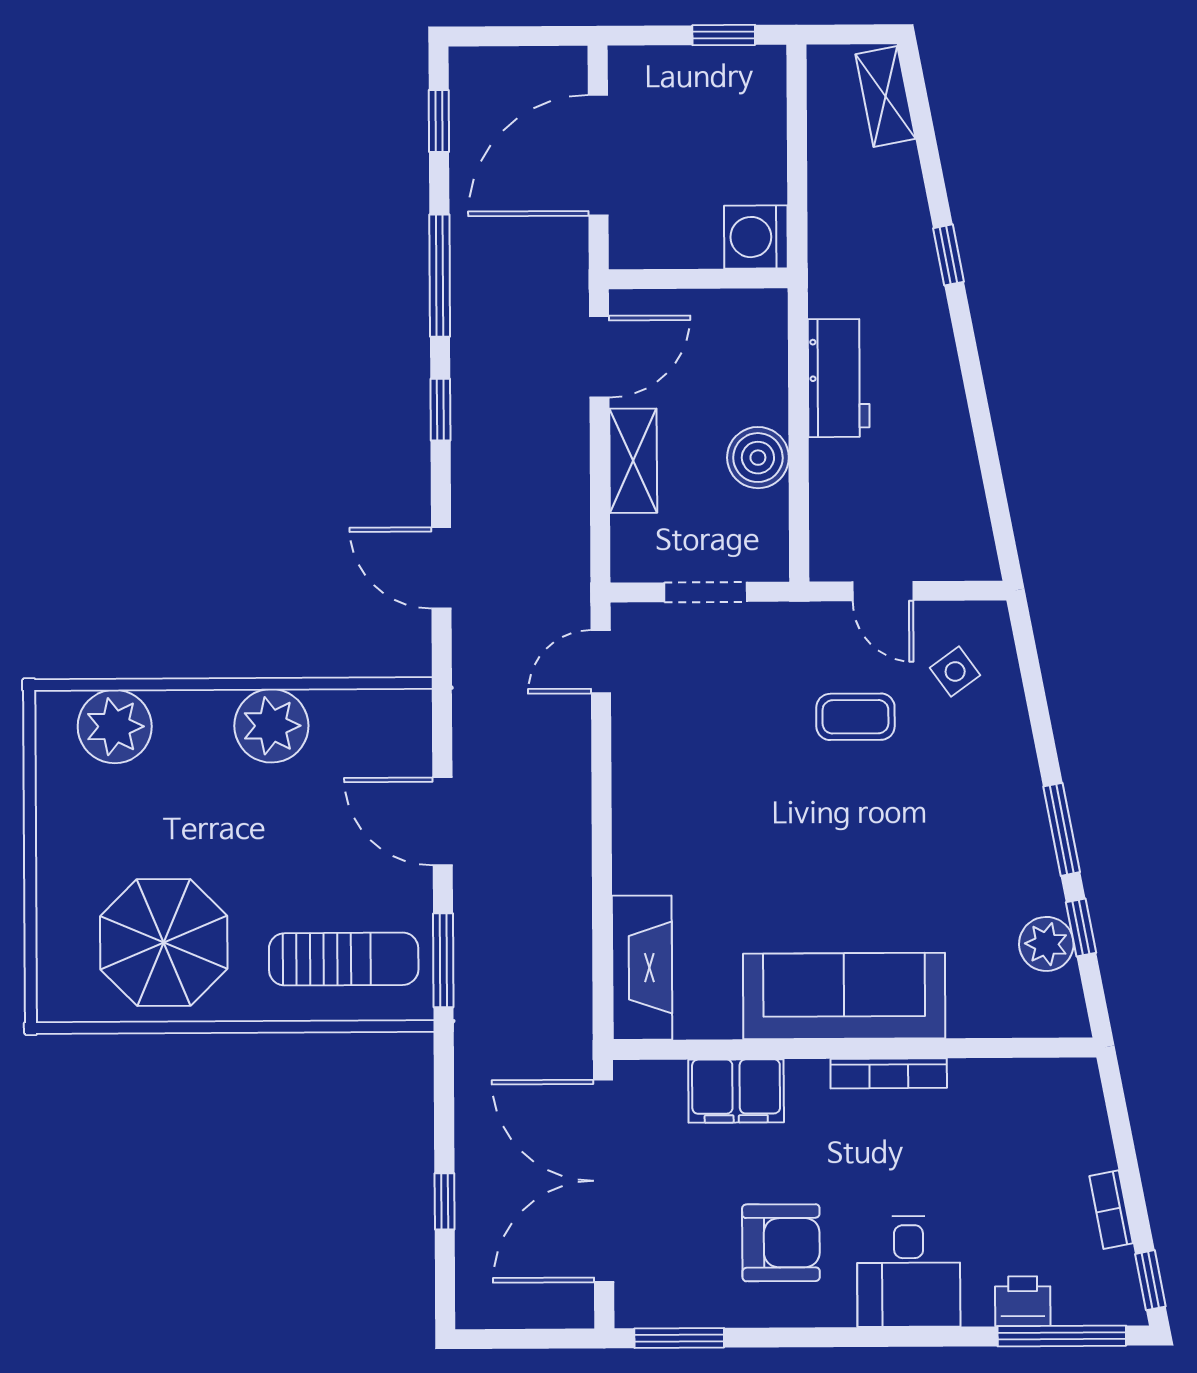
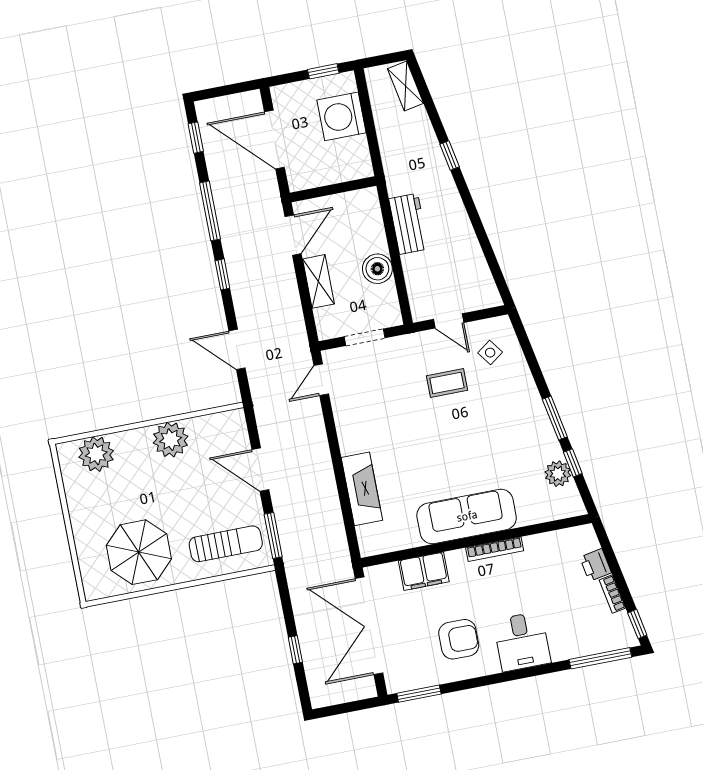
door: (598, 155) -> (274, 140), hinge flipped
washing machine: (756, 237) -> (342, 116), moved, width x1.37, depth x1.37
fireplace: (642, 968) -> (362, 489), moved
printer: (1023, 1301) -> (596, 565), moved, turned -101

